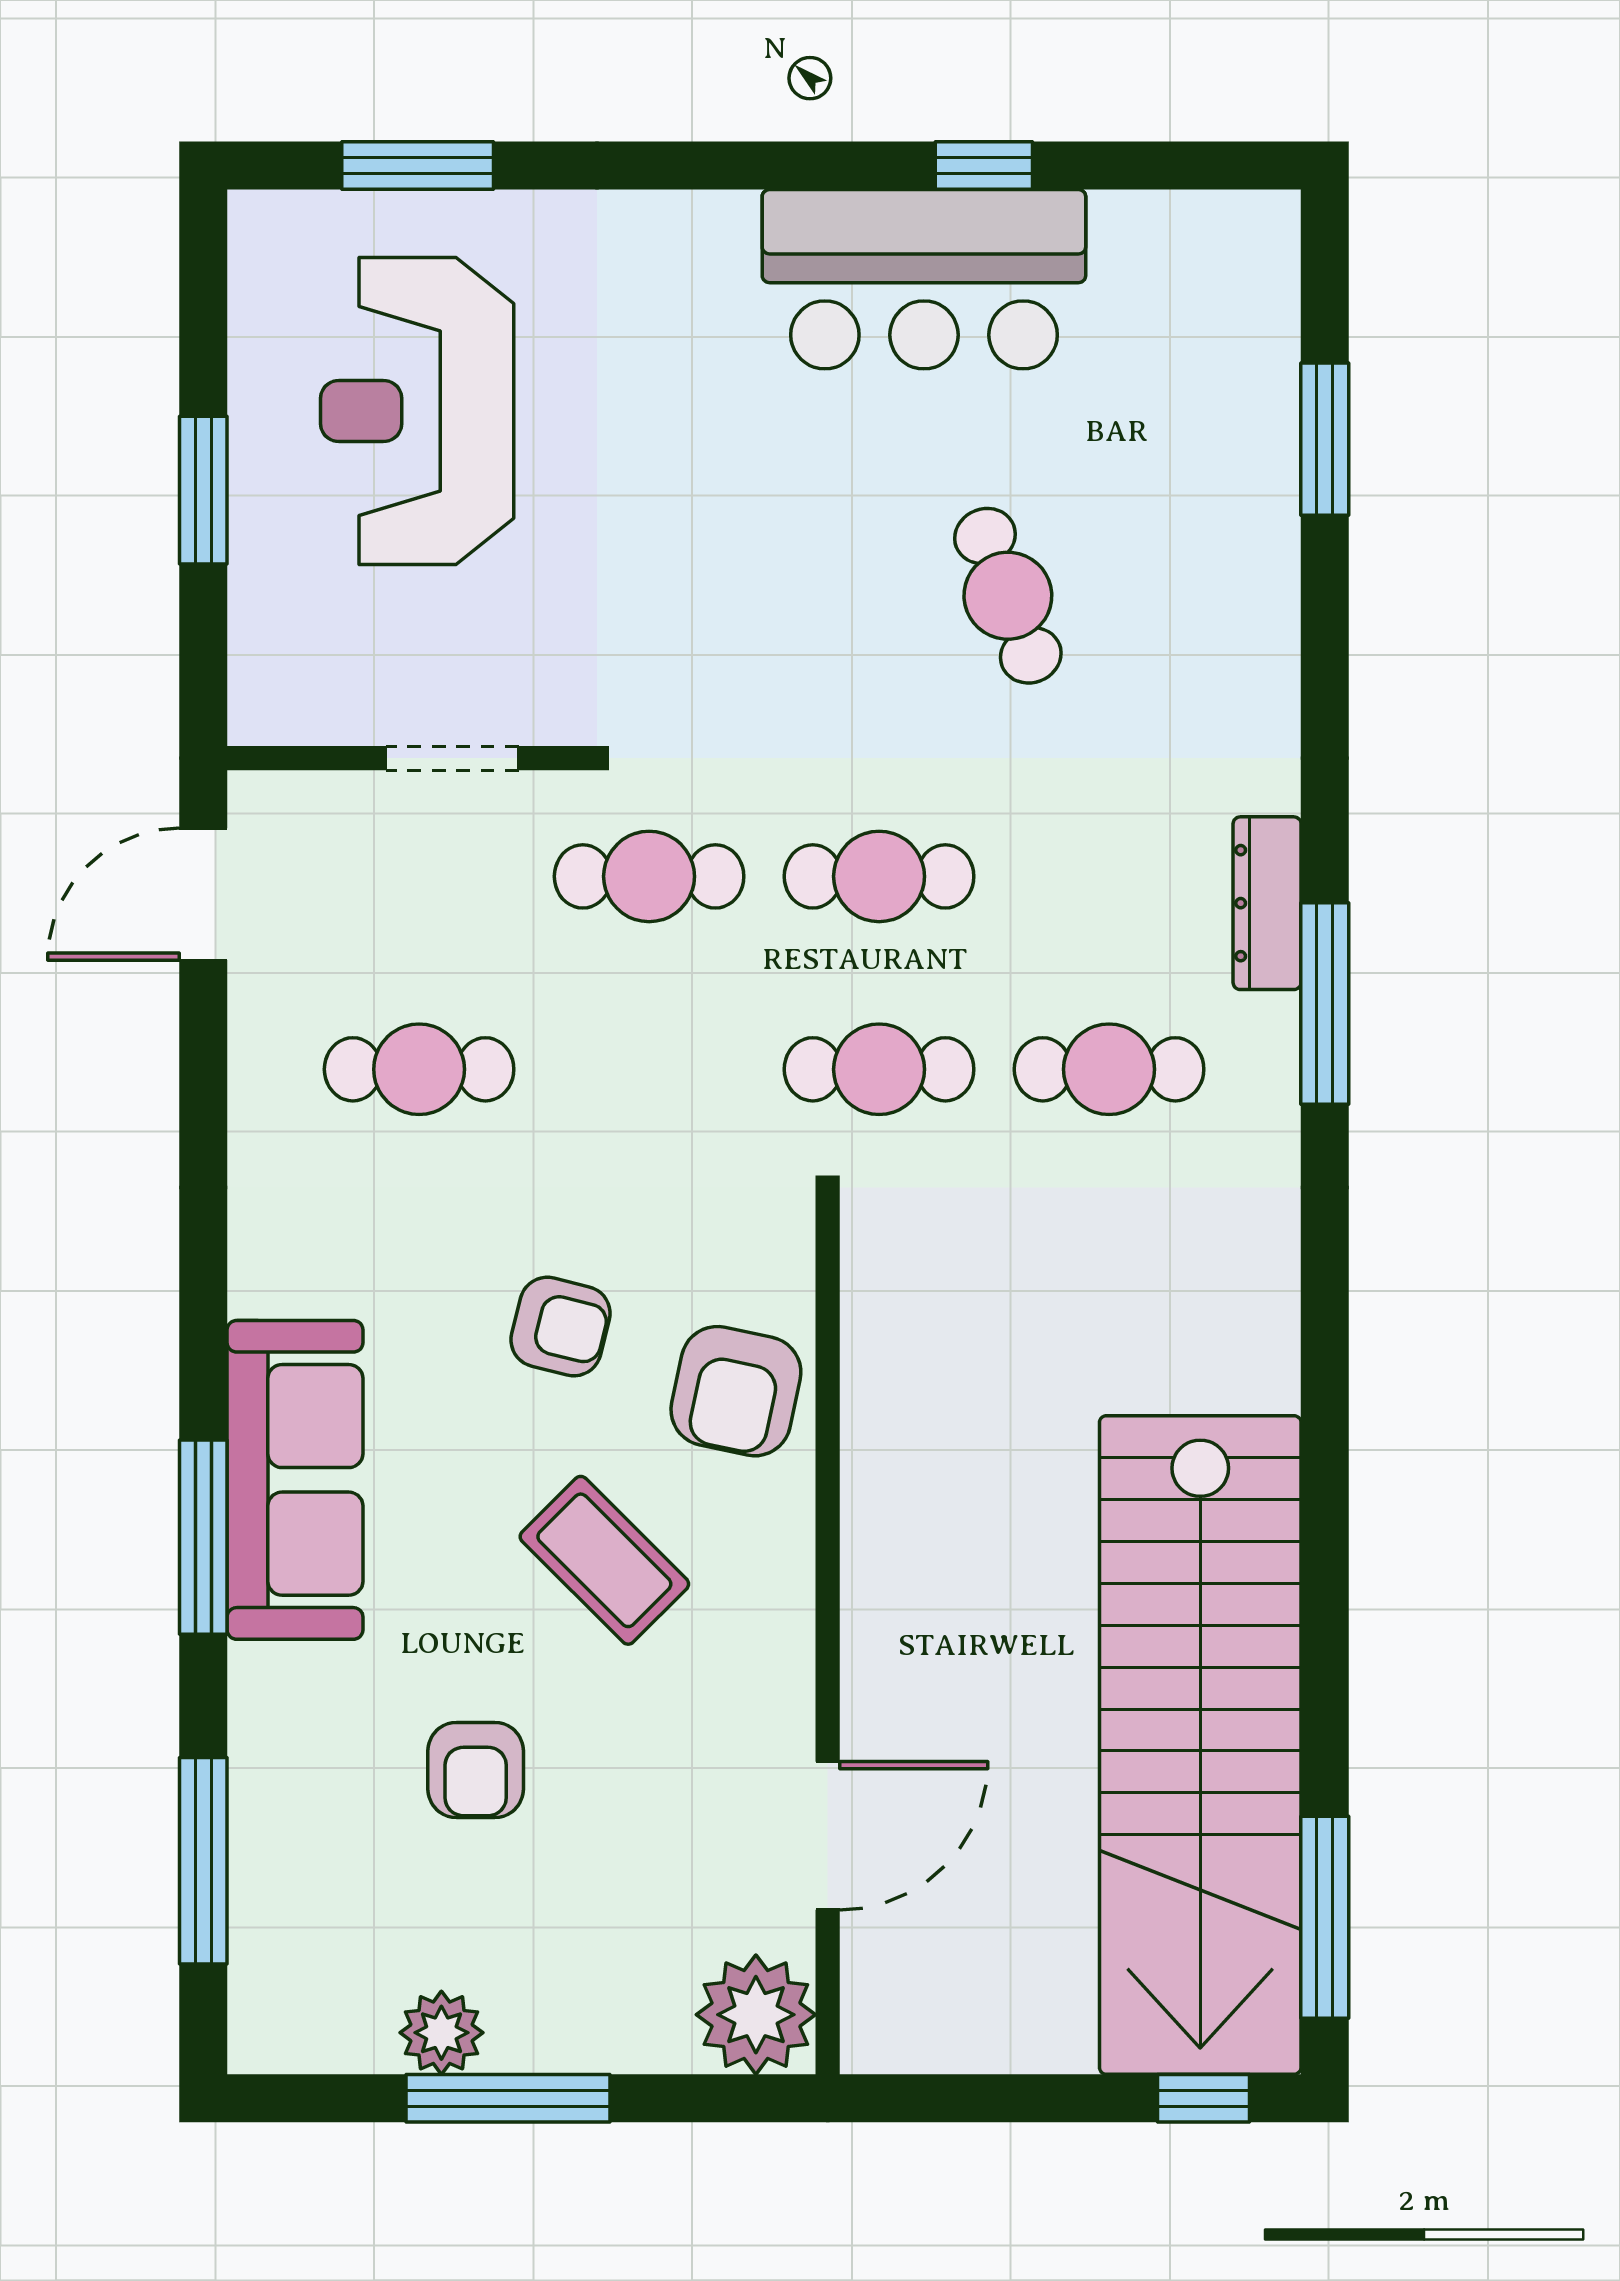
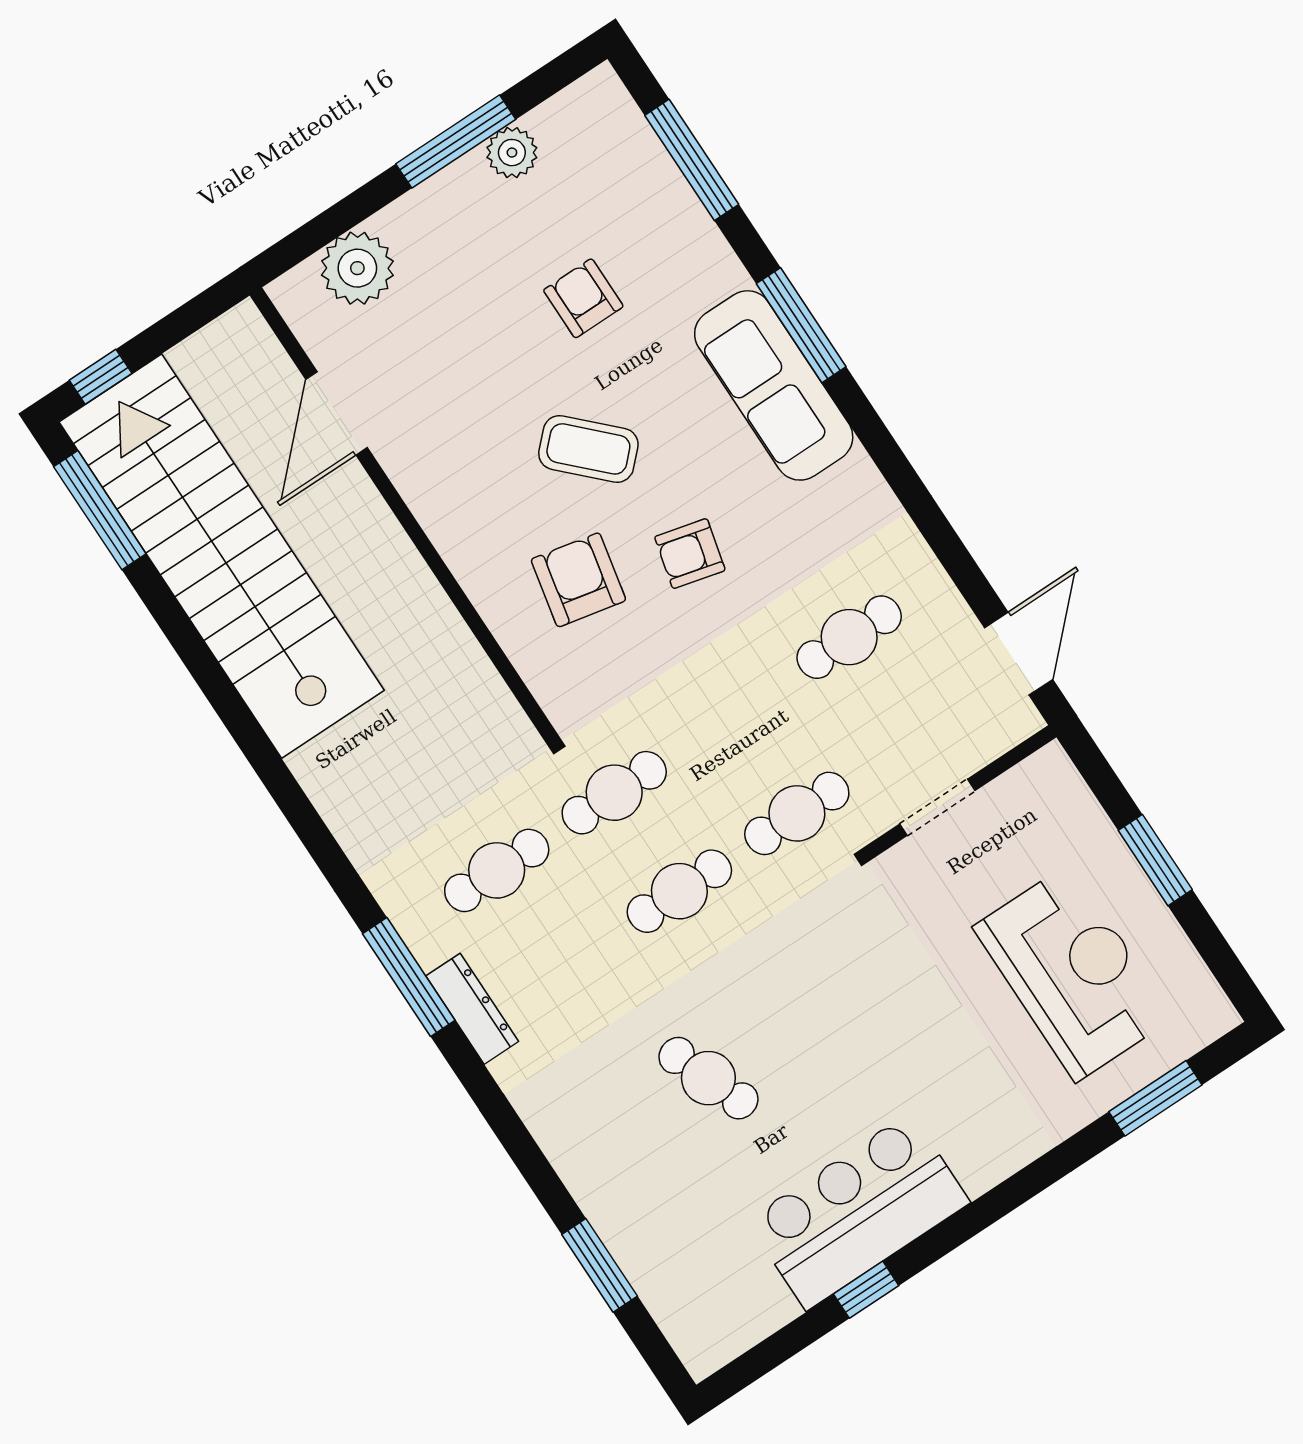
wall: (828, 1637) -> (404, 515), moved
door: (828, 1836) -> (337, 413), moved

